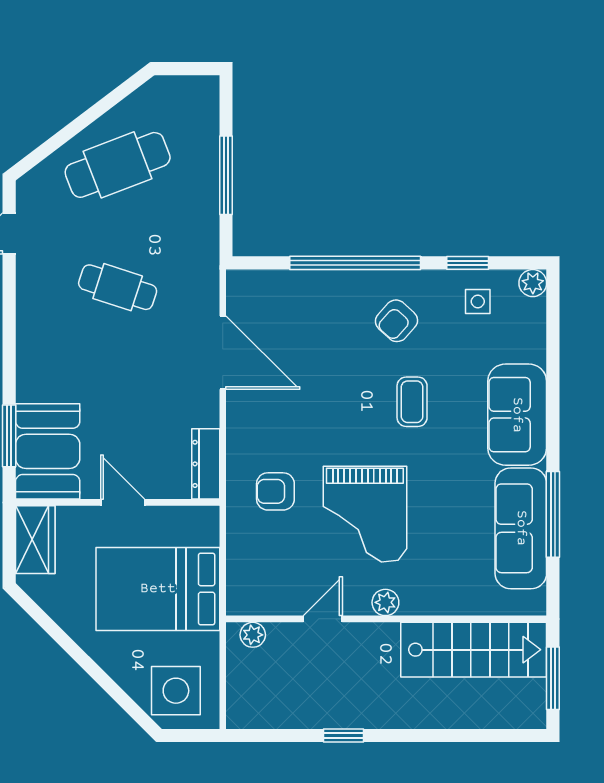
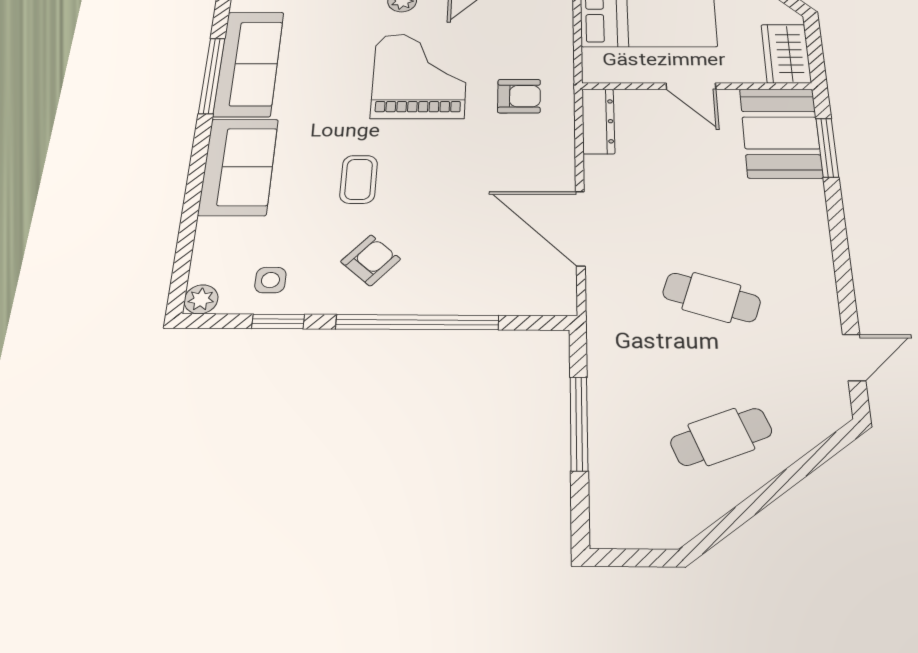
cafe table: (118, 165) -> (721, 437), width x0.73, depth x0.74

